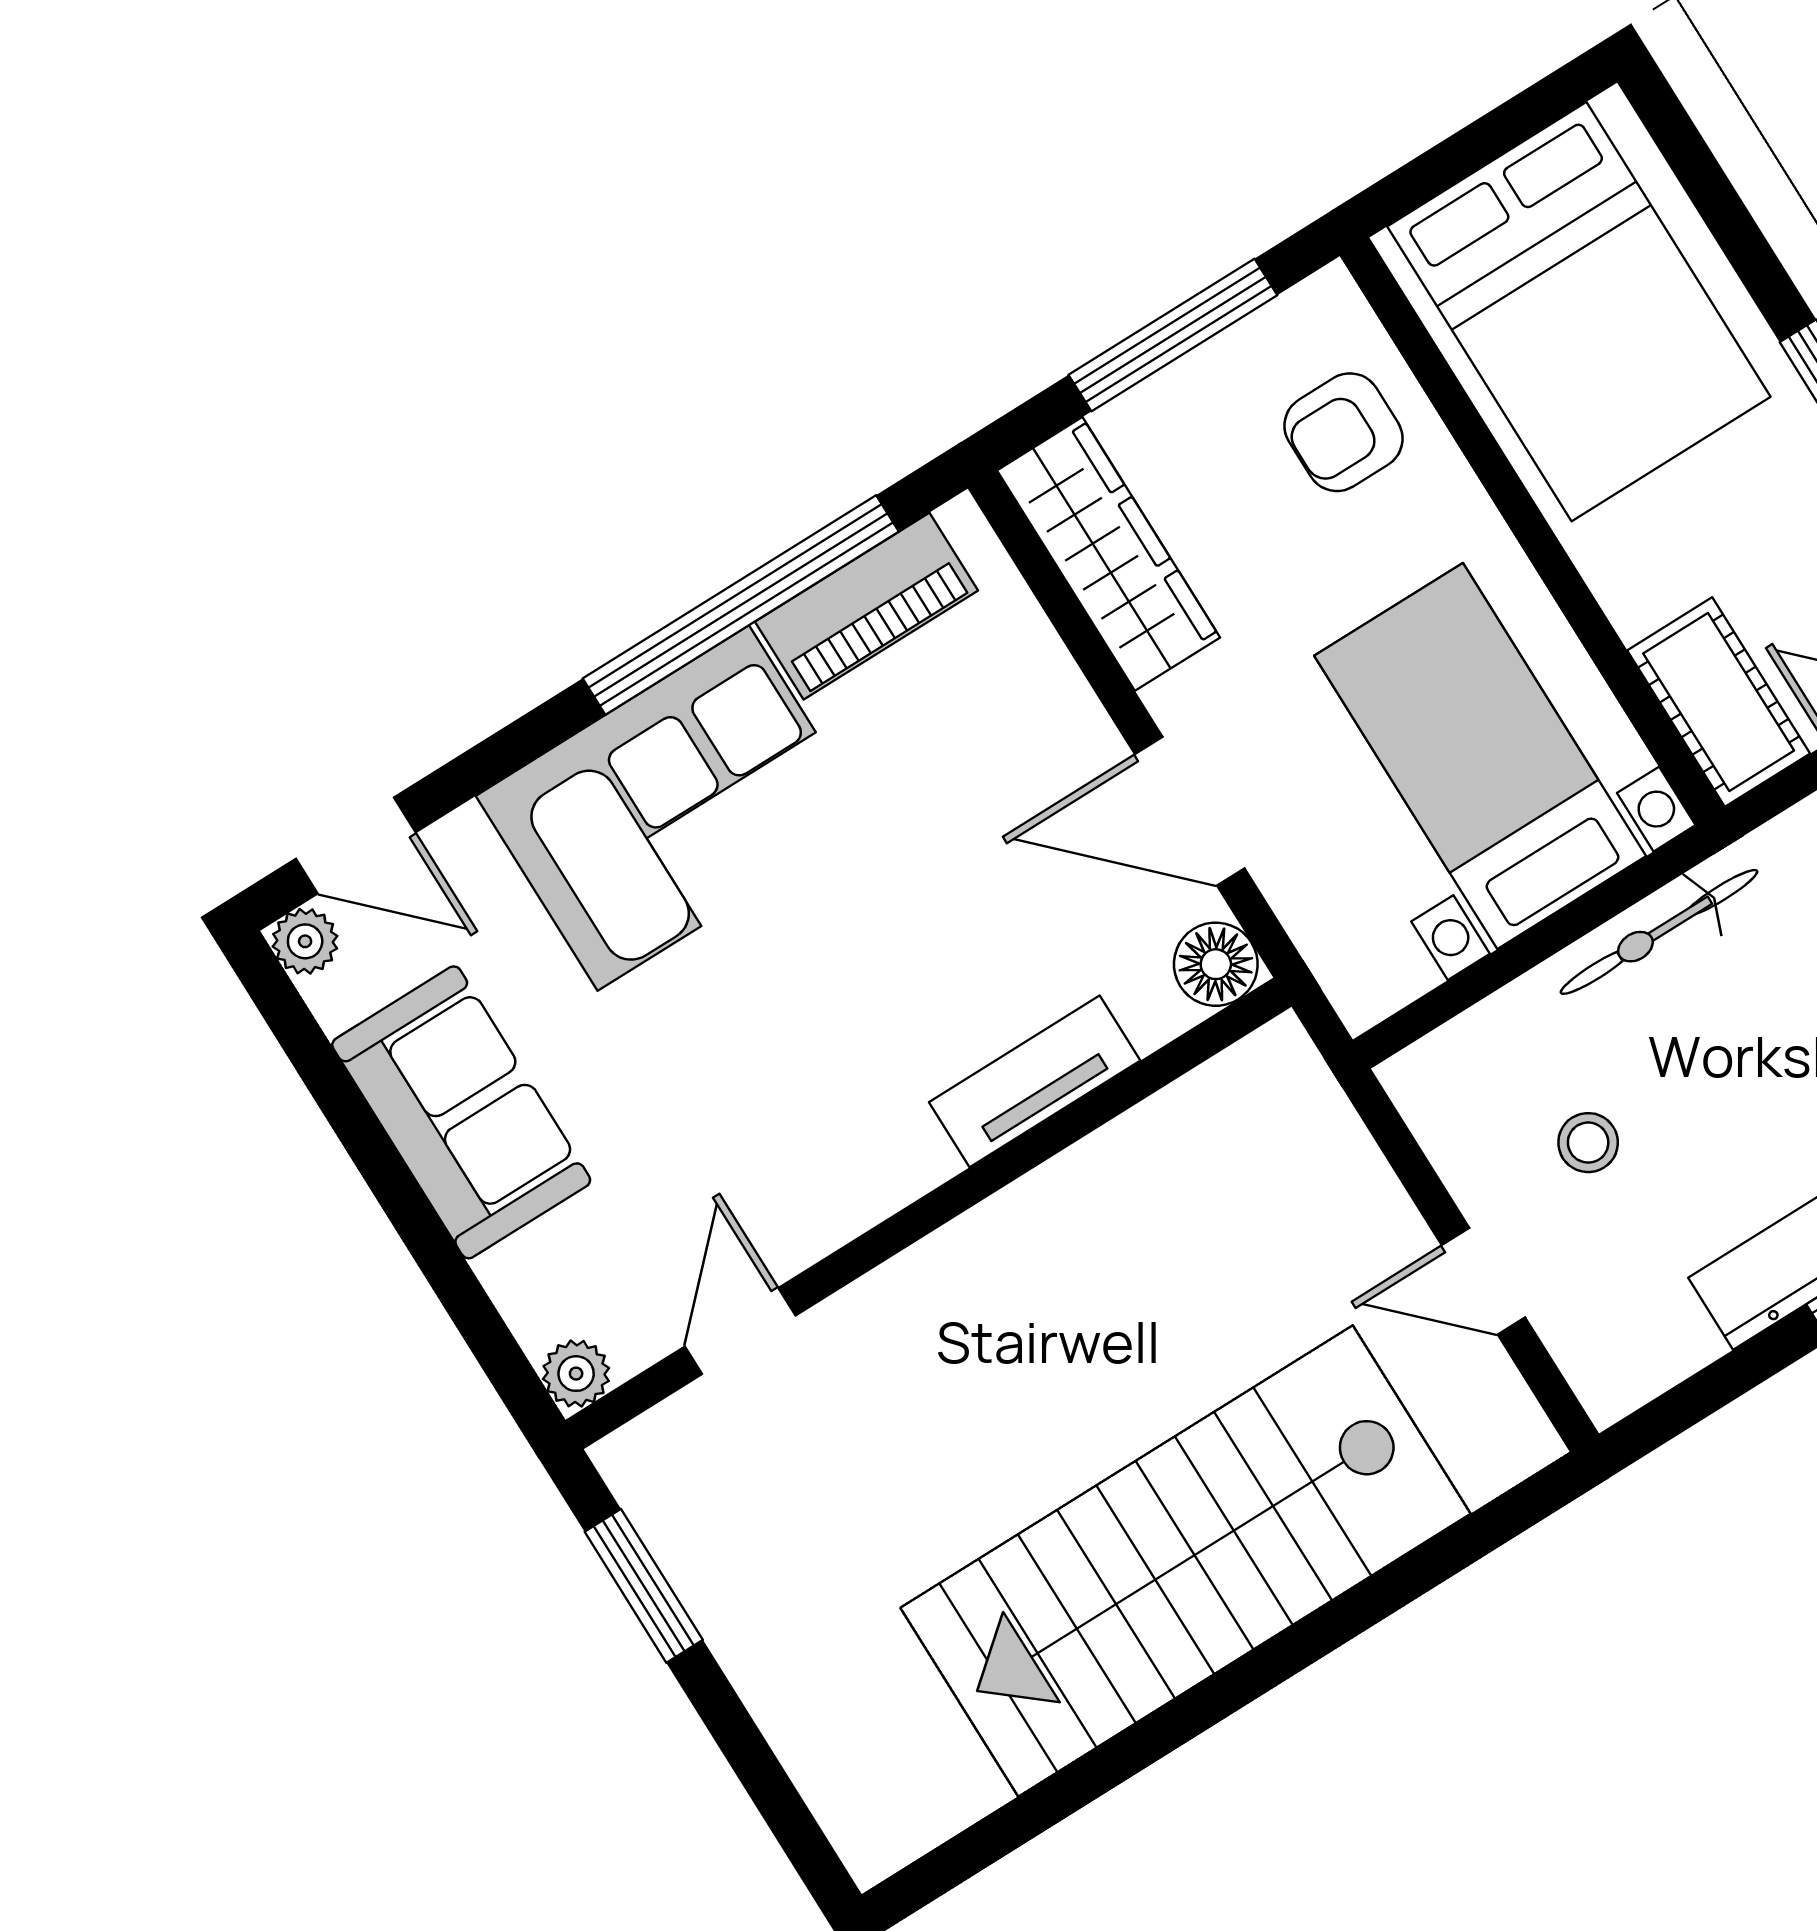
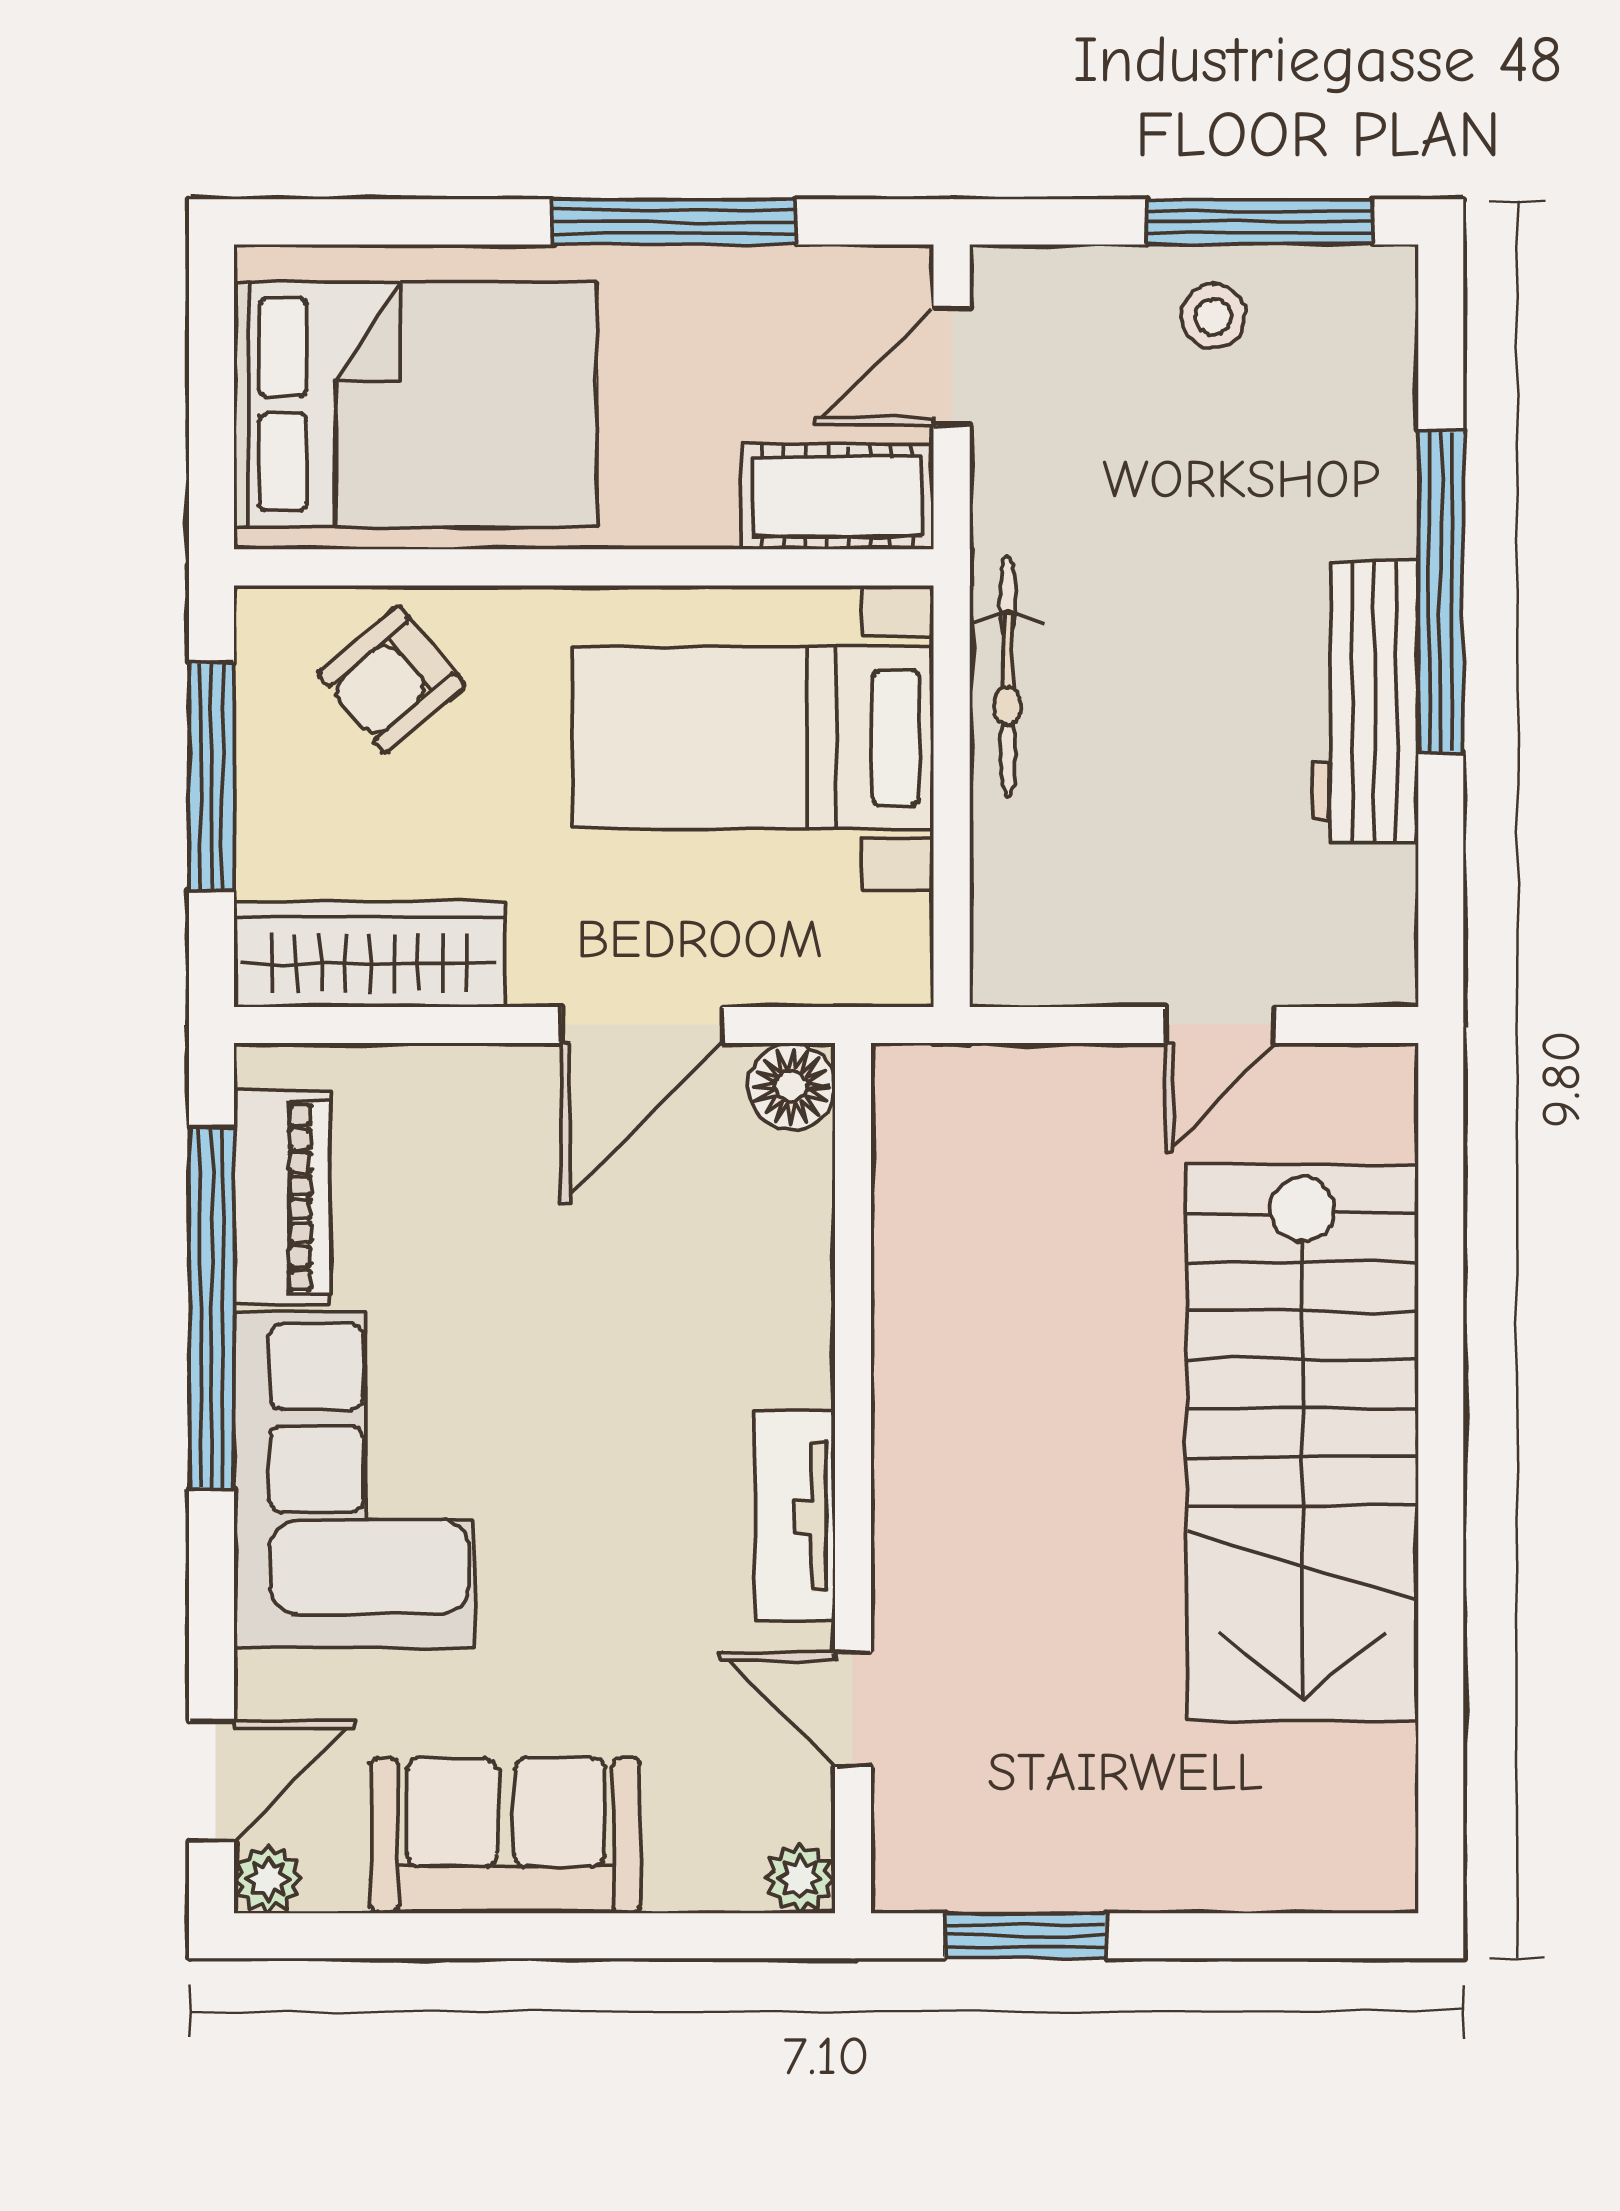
armchair: (1343, 432) -> (392, 680), turned 50
tv unit: (1035, 1081) -> (795, 1516), moved
stool: (1588, 1143) -> (1155, 856), removed

